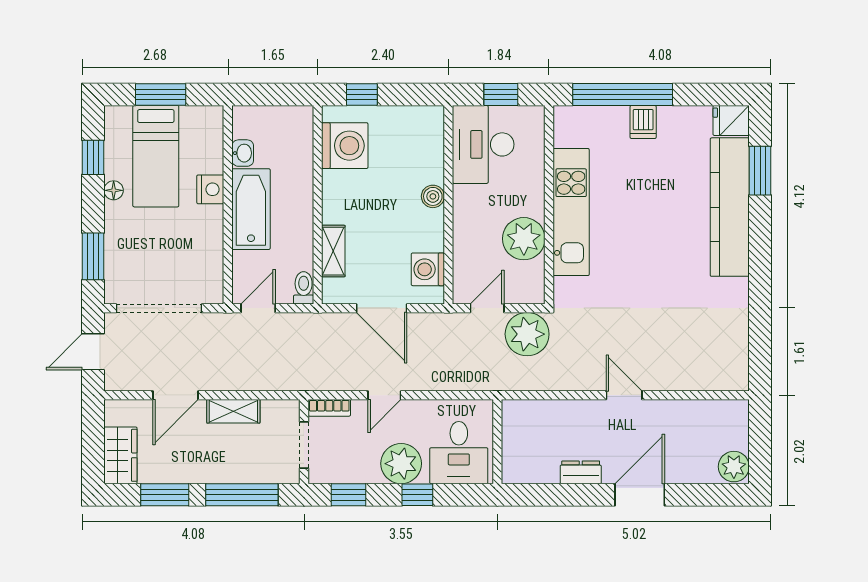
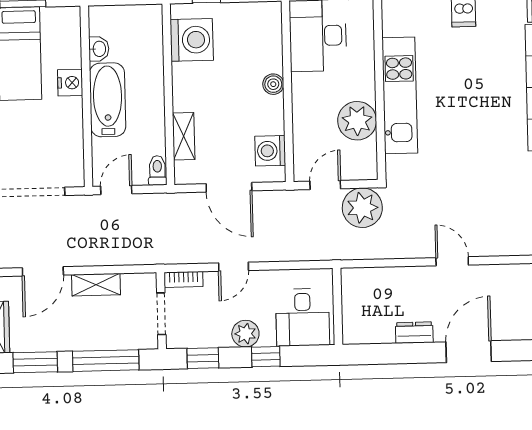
plant: (401, 464) -> (245, 334), width x0.73, depth x0.73

